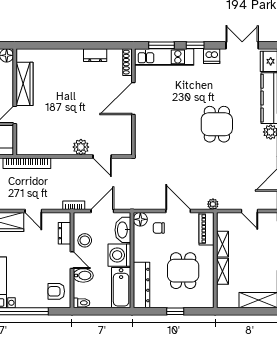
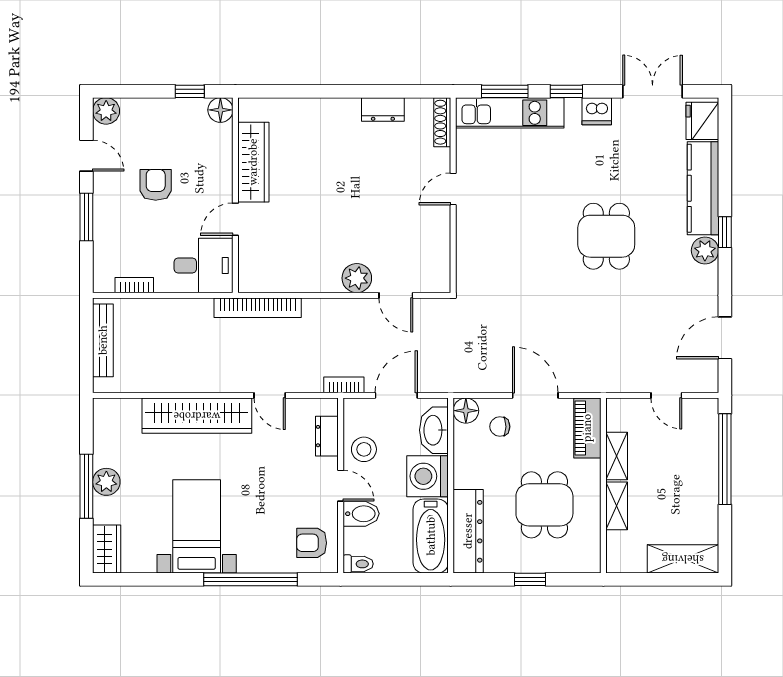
door: (133, 98) -> (453, 189), width x0.53
plant: (213, 204) -> (599, 383), removed

